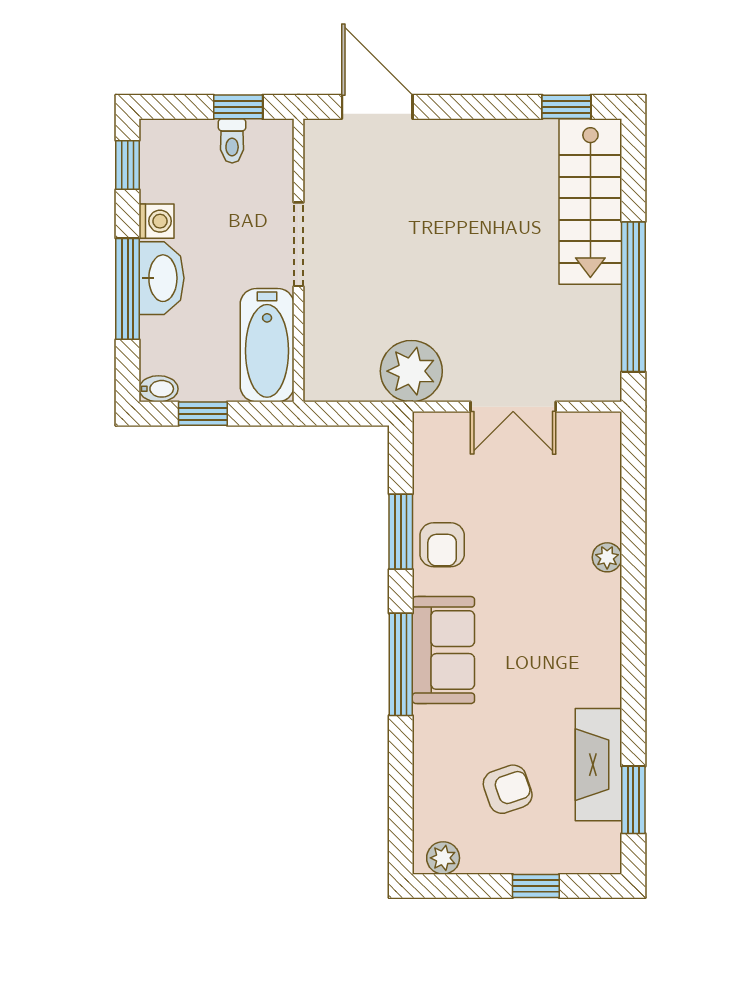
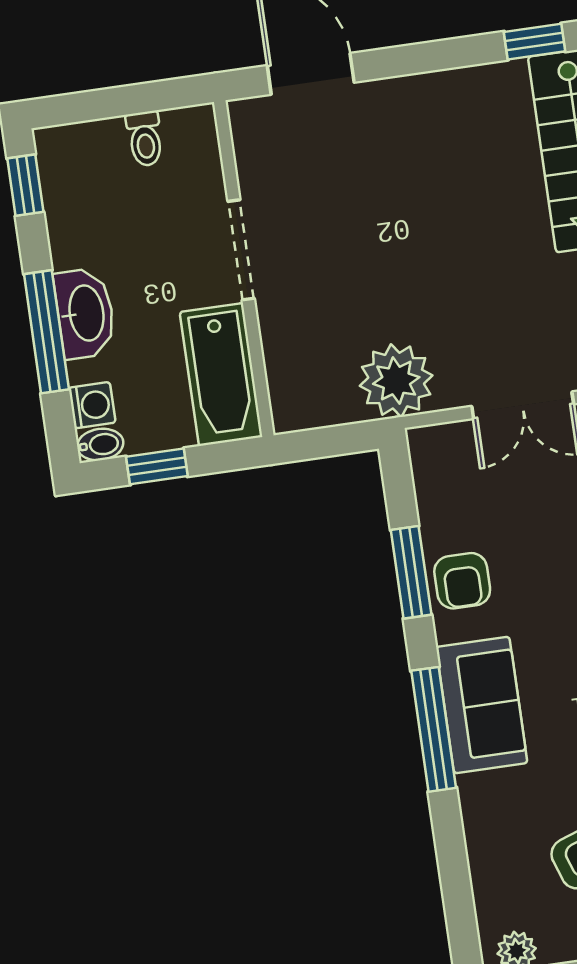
window: (238, 107) -> (146, 98), removed
washing machine: (157, 221) -> (92, 405), moved

